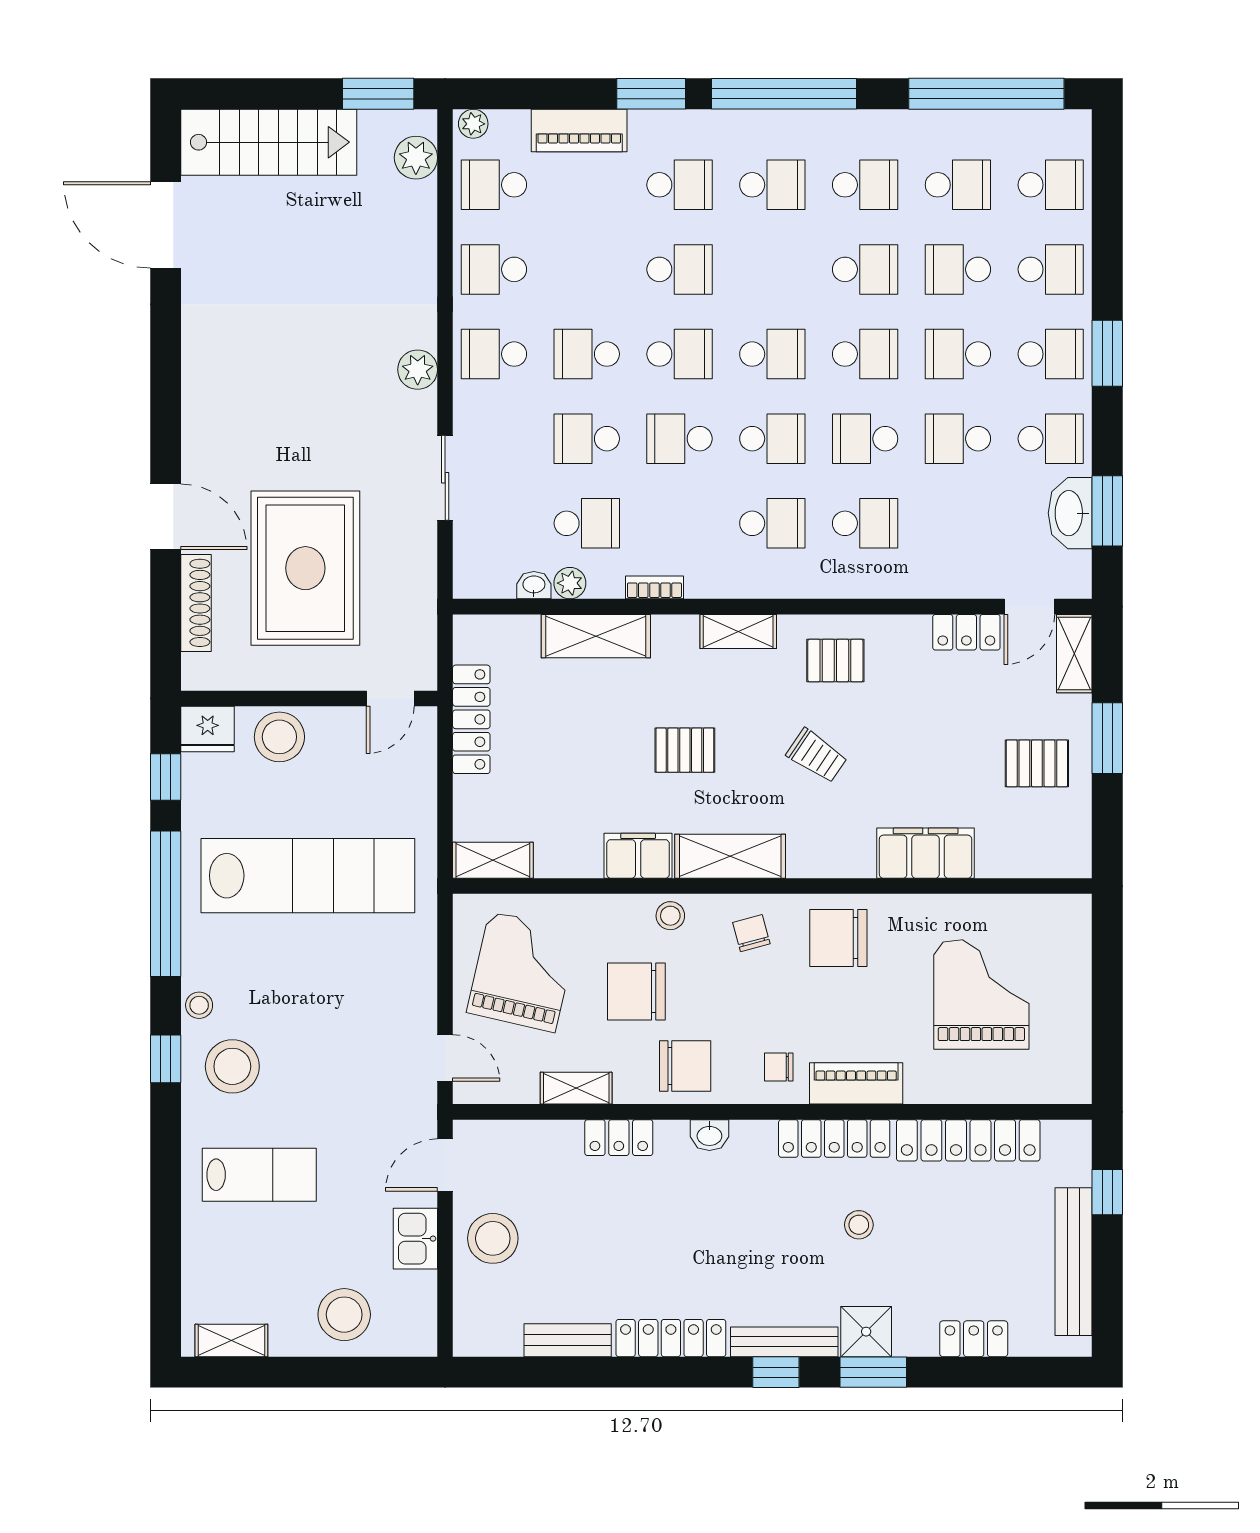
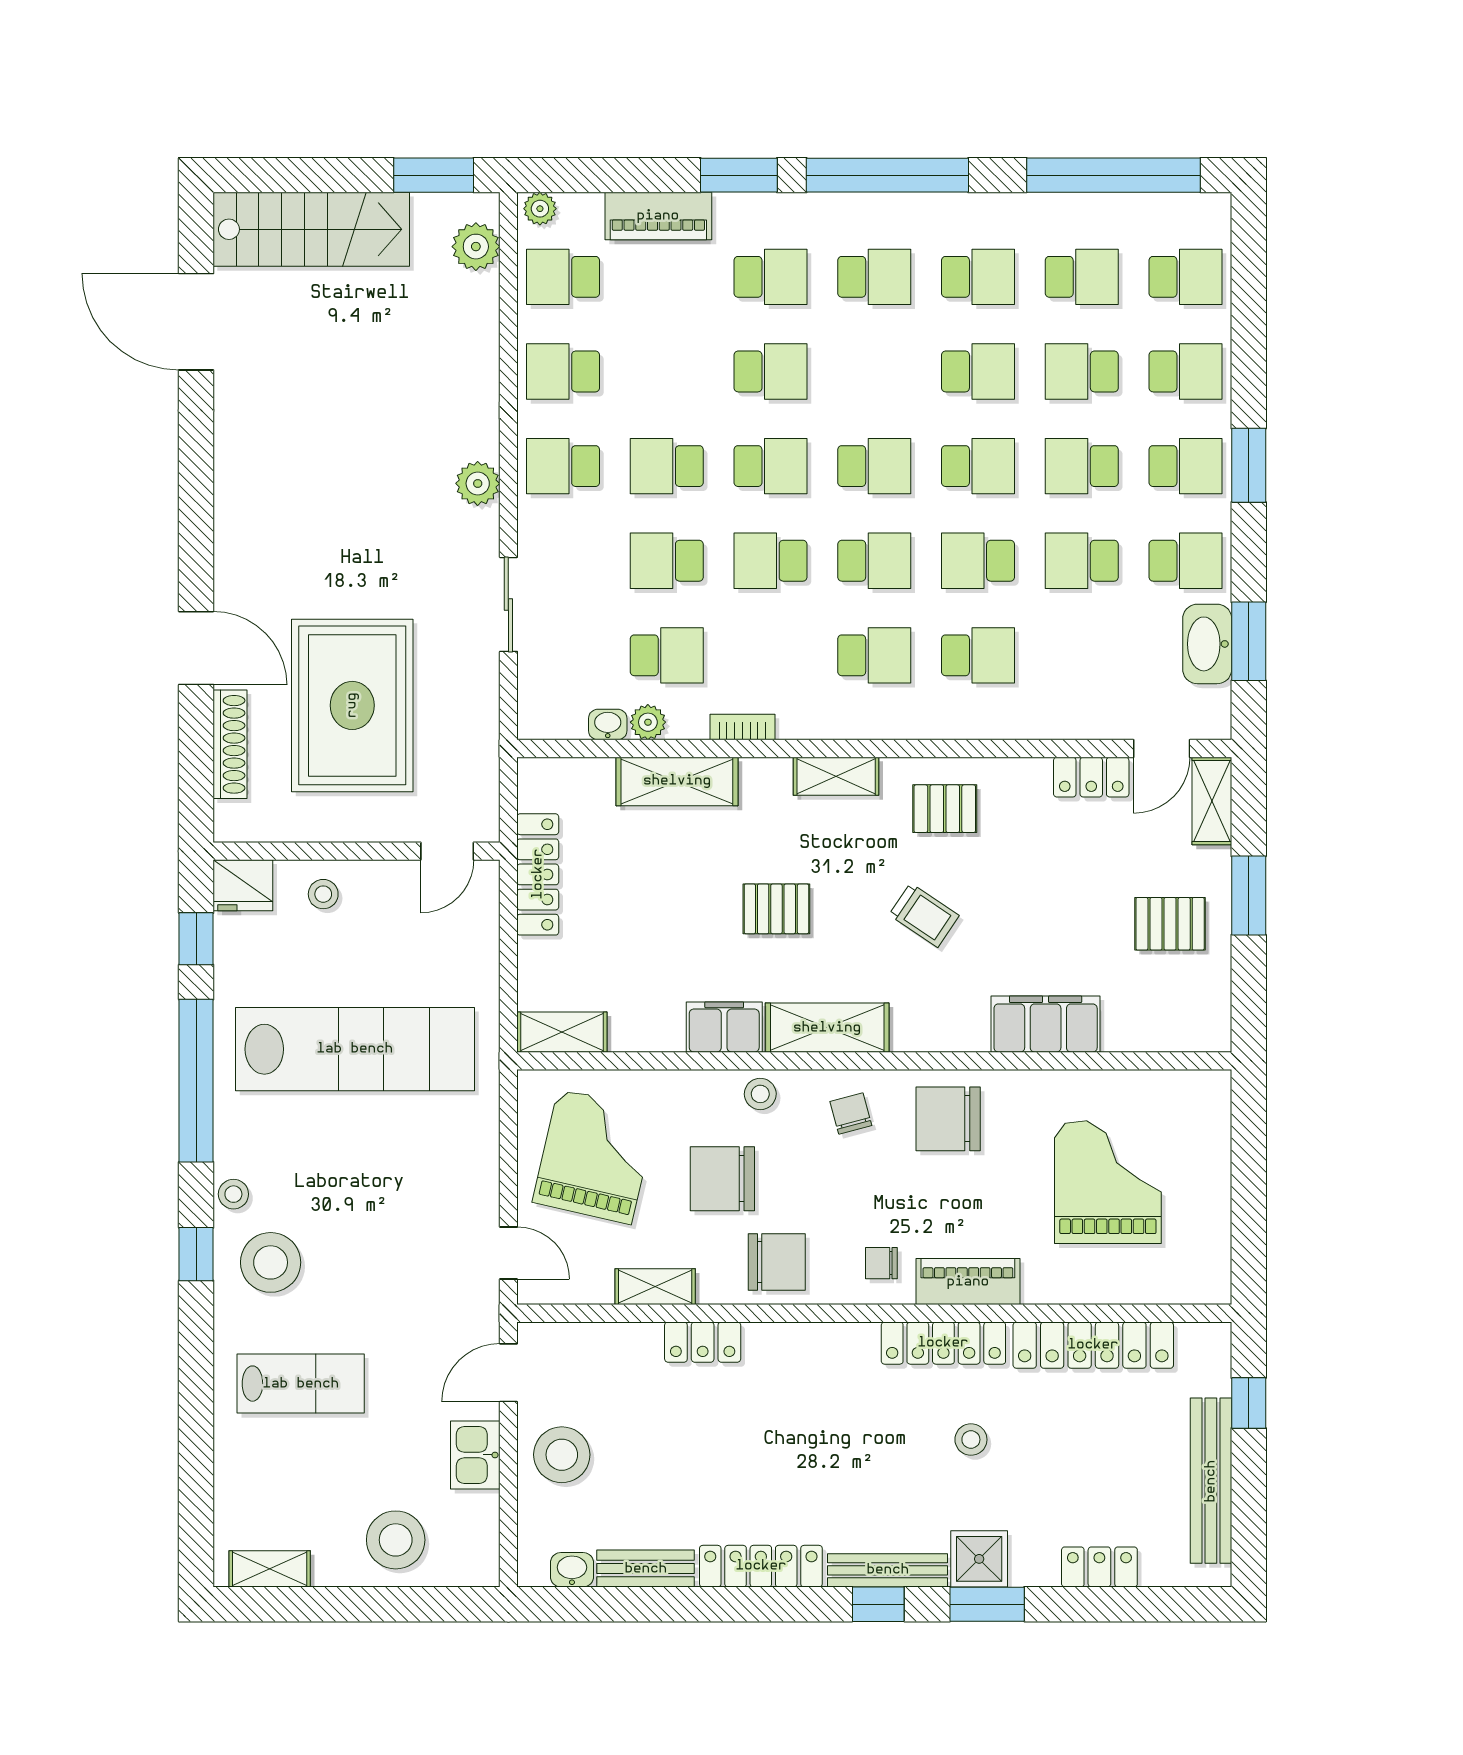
stool: (279, 737) -> (323, 894), width x0.53, depth x0.53
washbasin: (709, 1135) -> (572, 1570), moved, turned 180

